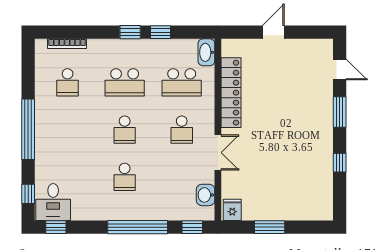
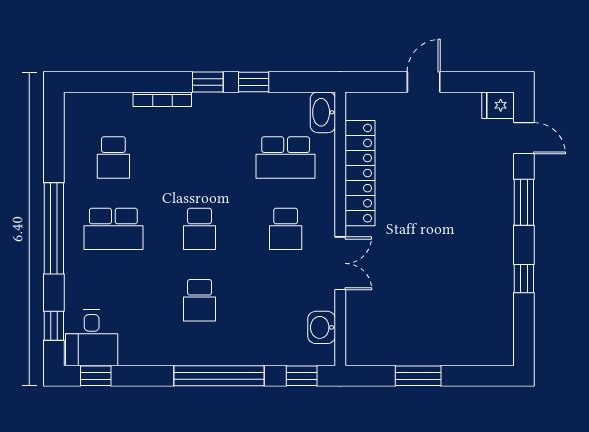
bookcase: (67, 44) -> (162, 99), moved
school desk: (125, 82) -> (113, 229), moved
fridge: (232, 210) -> (498, 105), moved, turned -90

